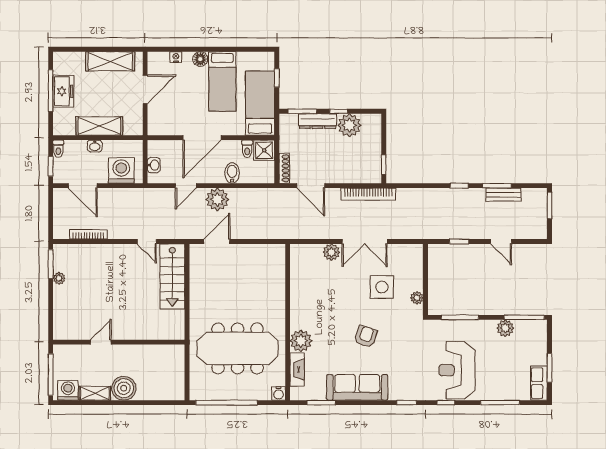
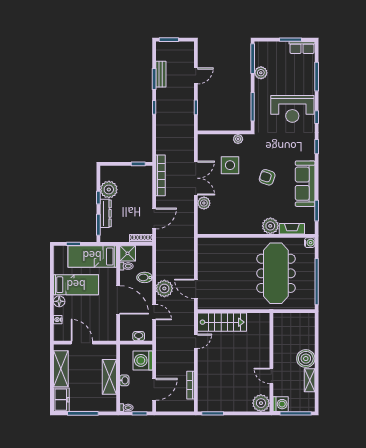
freezer: (63, 91) -> (61, 400), moved, turned 90
plant: (59, 278) -> (261, 403), moved, width x1.88, depth x1.88
washing machine: (68, 390) -> (281, 404), moved, turned 180

